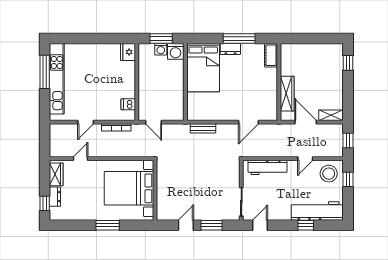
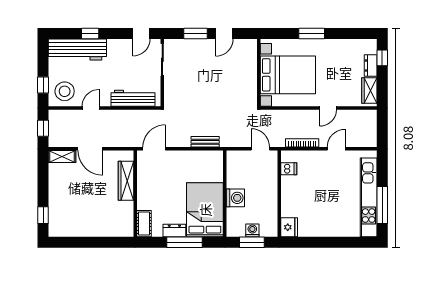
window: (239, 39) -> (184, 242), moved
washing machine: (176, 51) -> (235, 198), moved, turned 90
cot: (271, 55) -> (144, 224), moved
wall: (279, 82) -> (135, 194), moved
wardrobe: (287, 94) -> (126, 181), moved
door: (81, 159) -> (328, 108), moved

